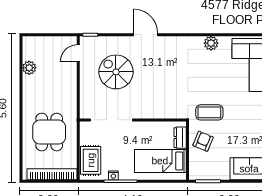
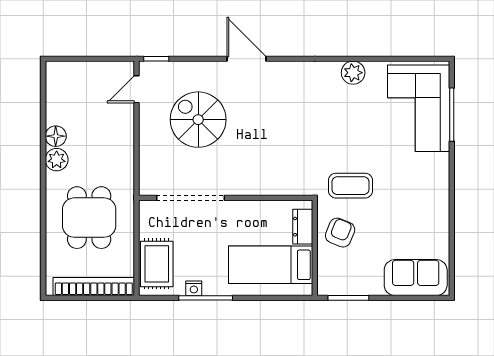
plant: (29, 68) -> (57, 160), moved
floor lamp: (29, 82) -> (56, 136), added

